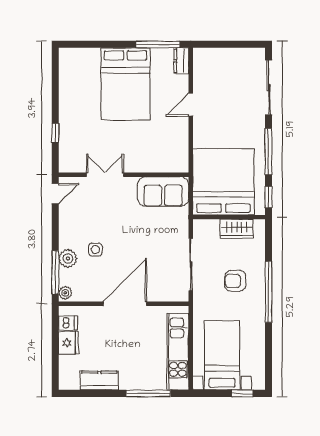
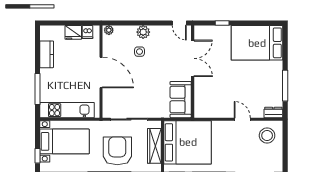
window: (158, 44) -> (285, 86), moved
stool: (214, 70) -> (267, 135), added
bed: (125, 84) -> (257, 43), moved
double door: (105, 175) -> (193, 58), width x1.37
wardrobe: (237, 229) -> (154, 146), width x1.50
plant: (68, 258) -> (143, 32), moved
window: (55, 272) -> (123, 23), removed
armchair: (235, 281) -> (117, 151), width x1.88, depth x1.88

